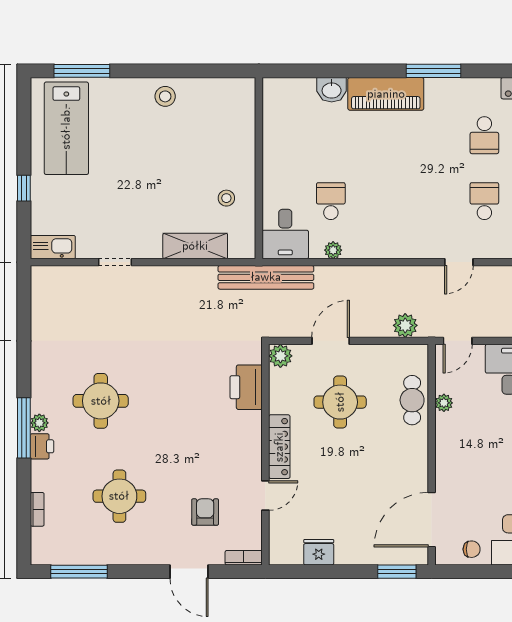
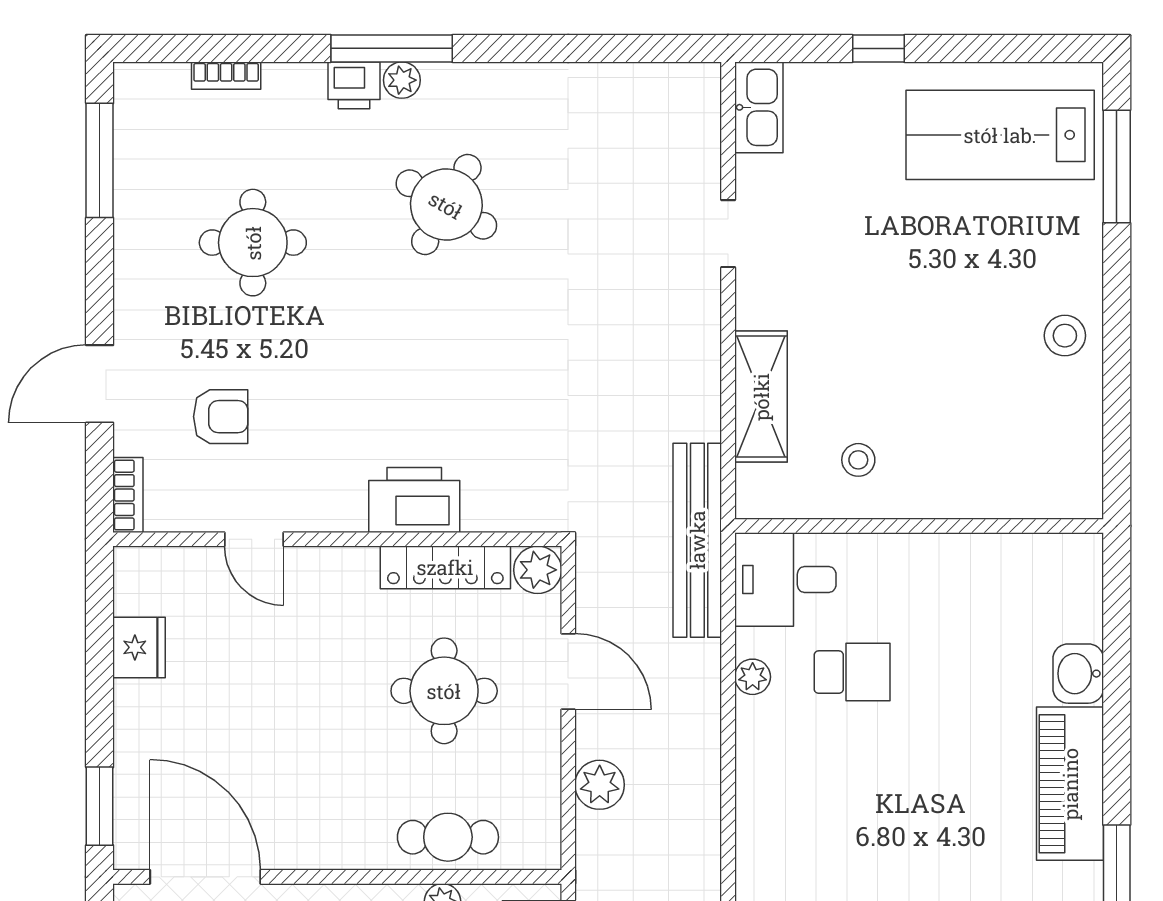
plant: (405, 325) -> (600, 785), moved
printer: (246, 387) -> (414, 500), moved
round table: (101, 401) -> (446, 205), turned 30
locker: (279, 447) -> (445, 567), moved

